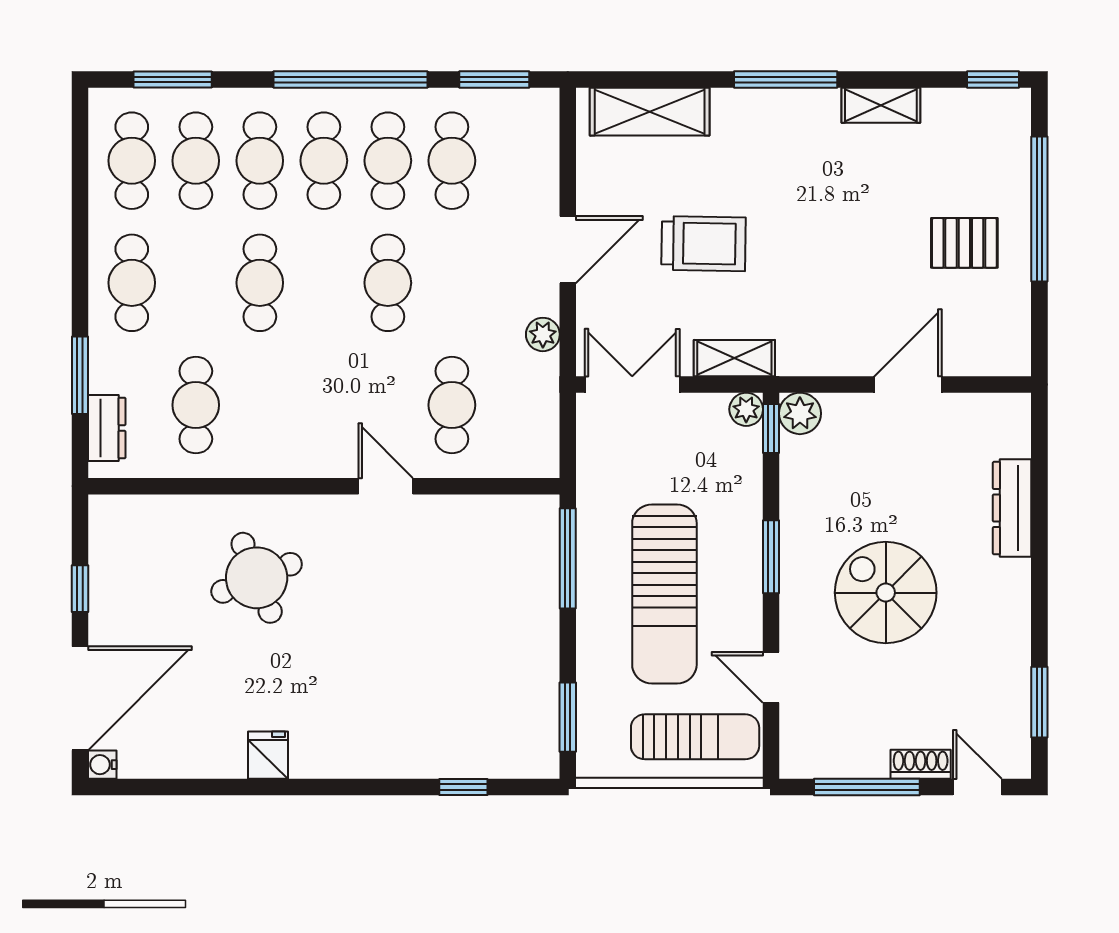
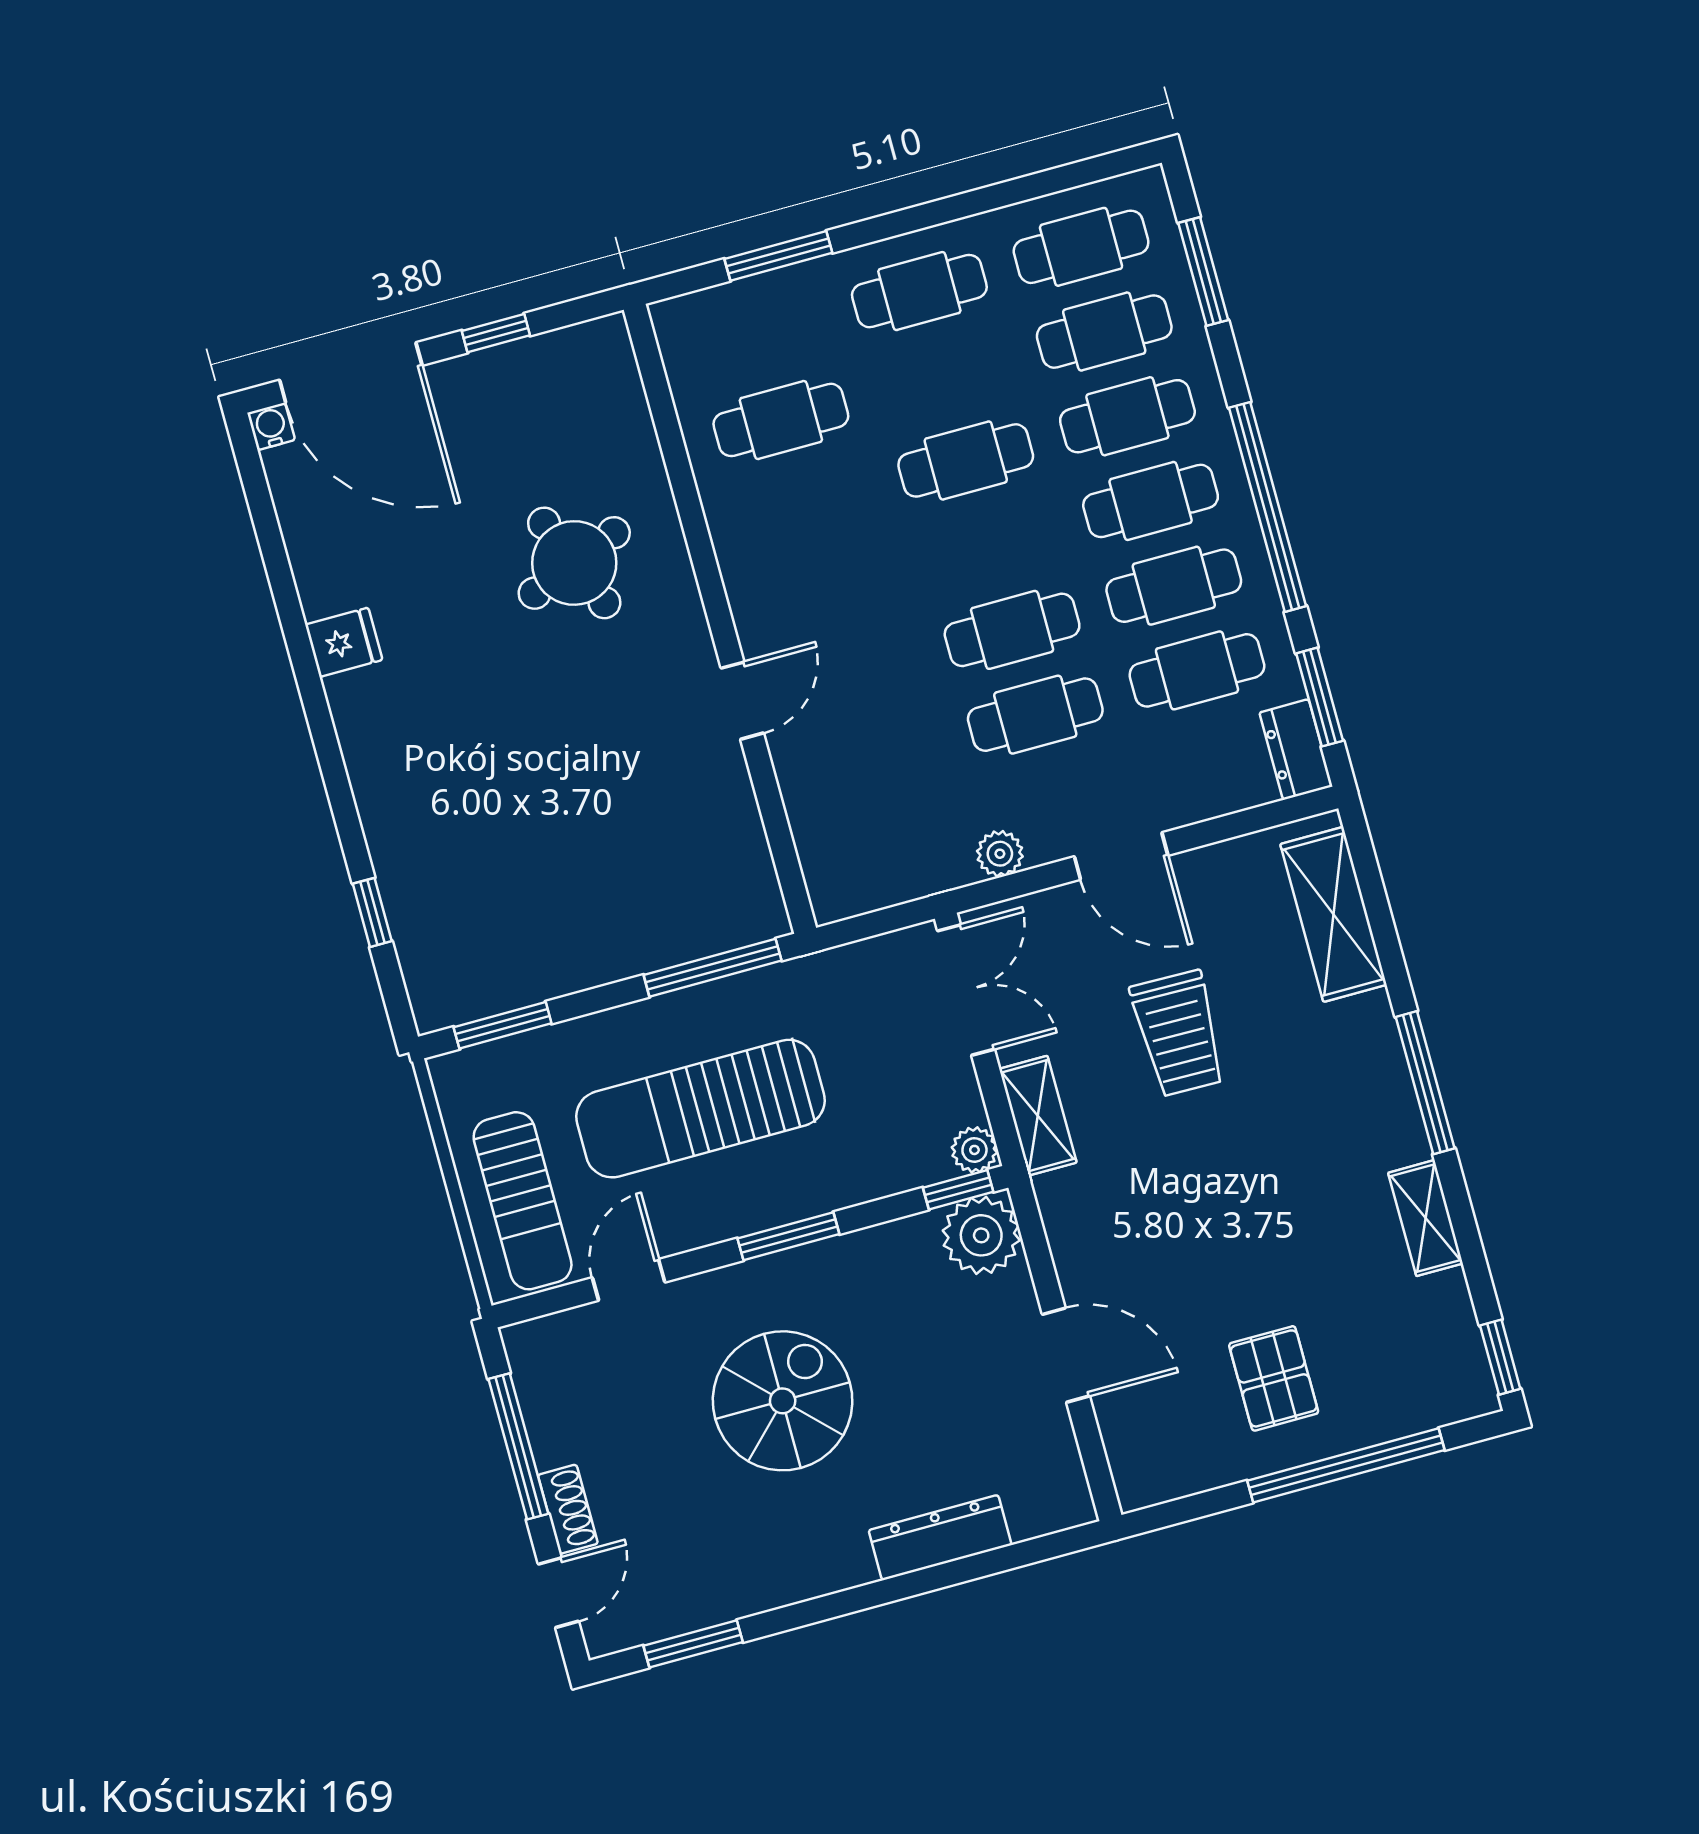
cafe table: (452, 405) -> (1035, 715), moved
plant: (800, 413) -> (981, 1235), width x1.36, depth x1.36
dresser: (107, 428) -> (1296, 749), moved, turned 90

